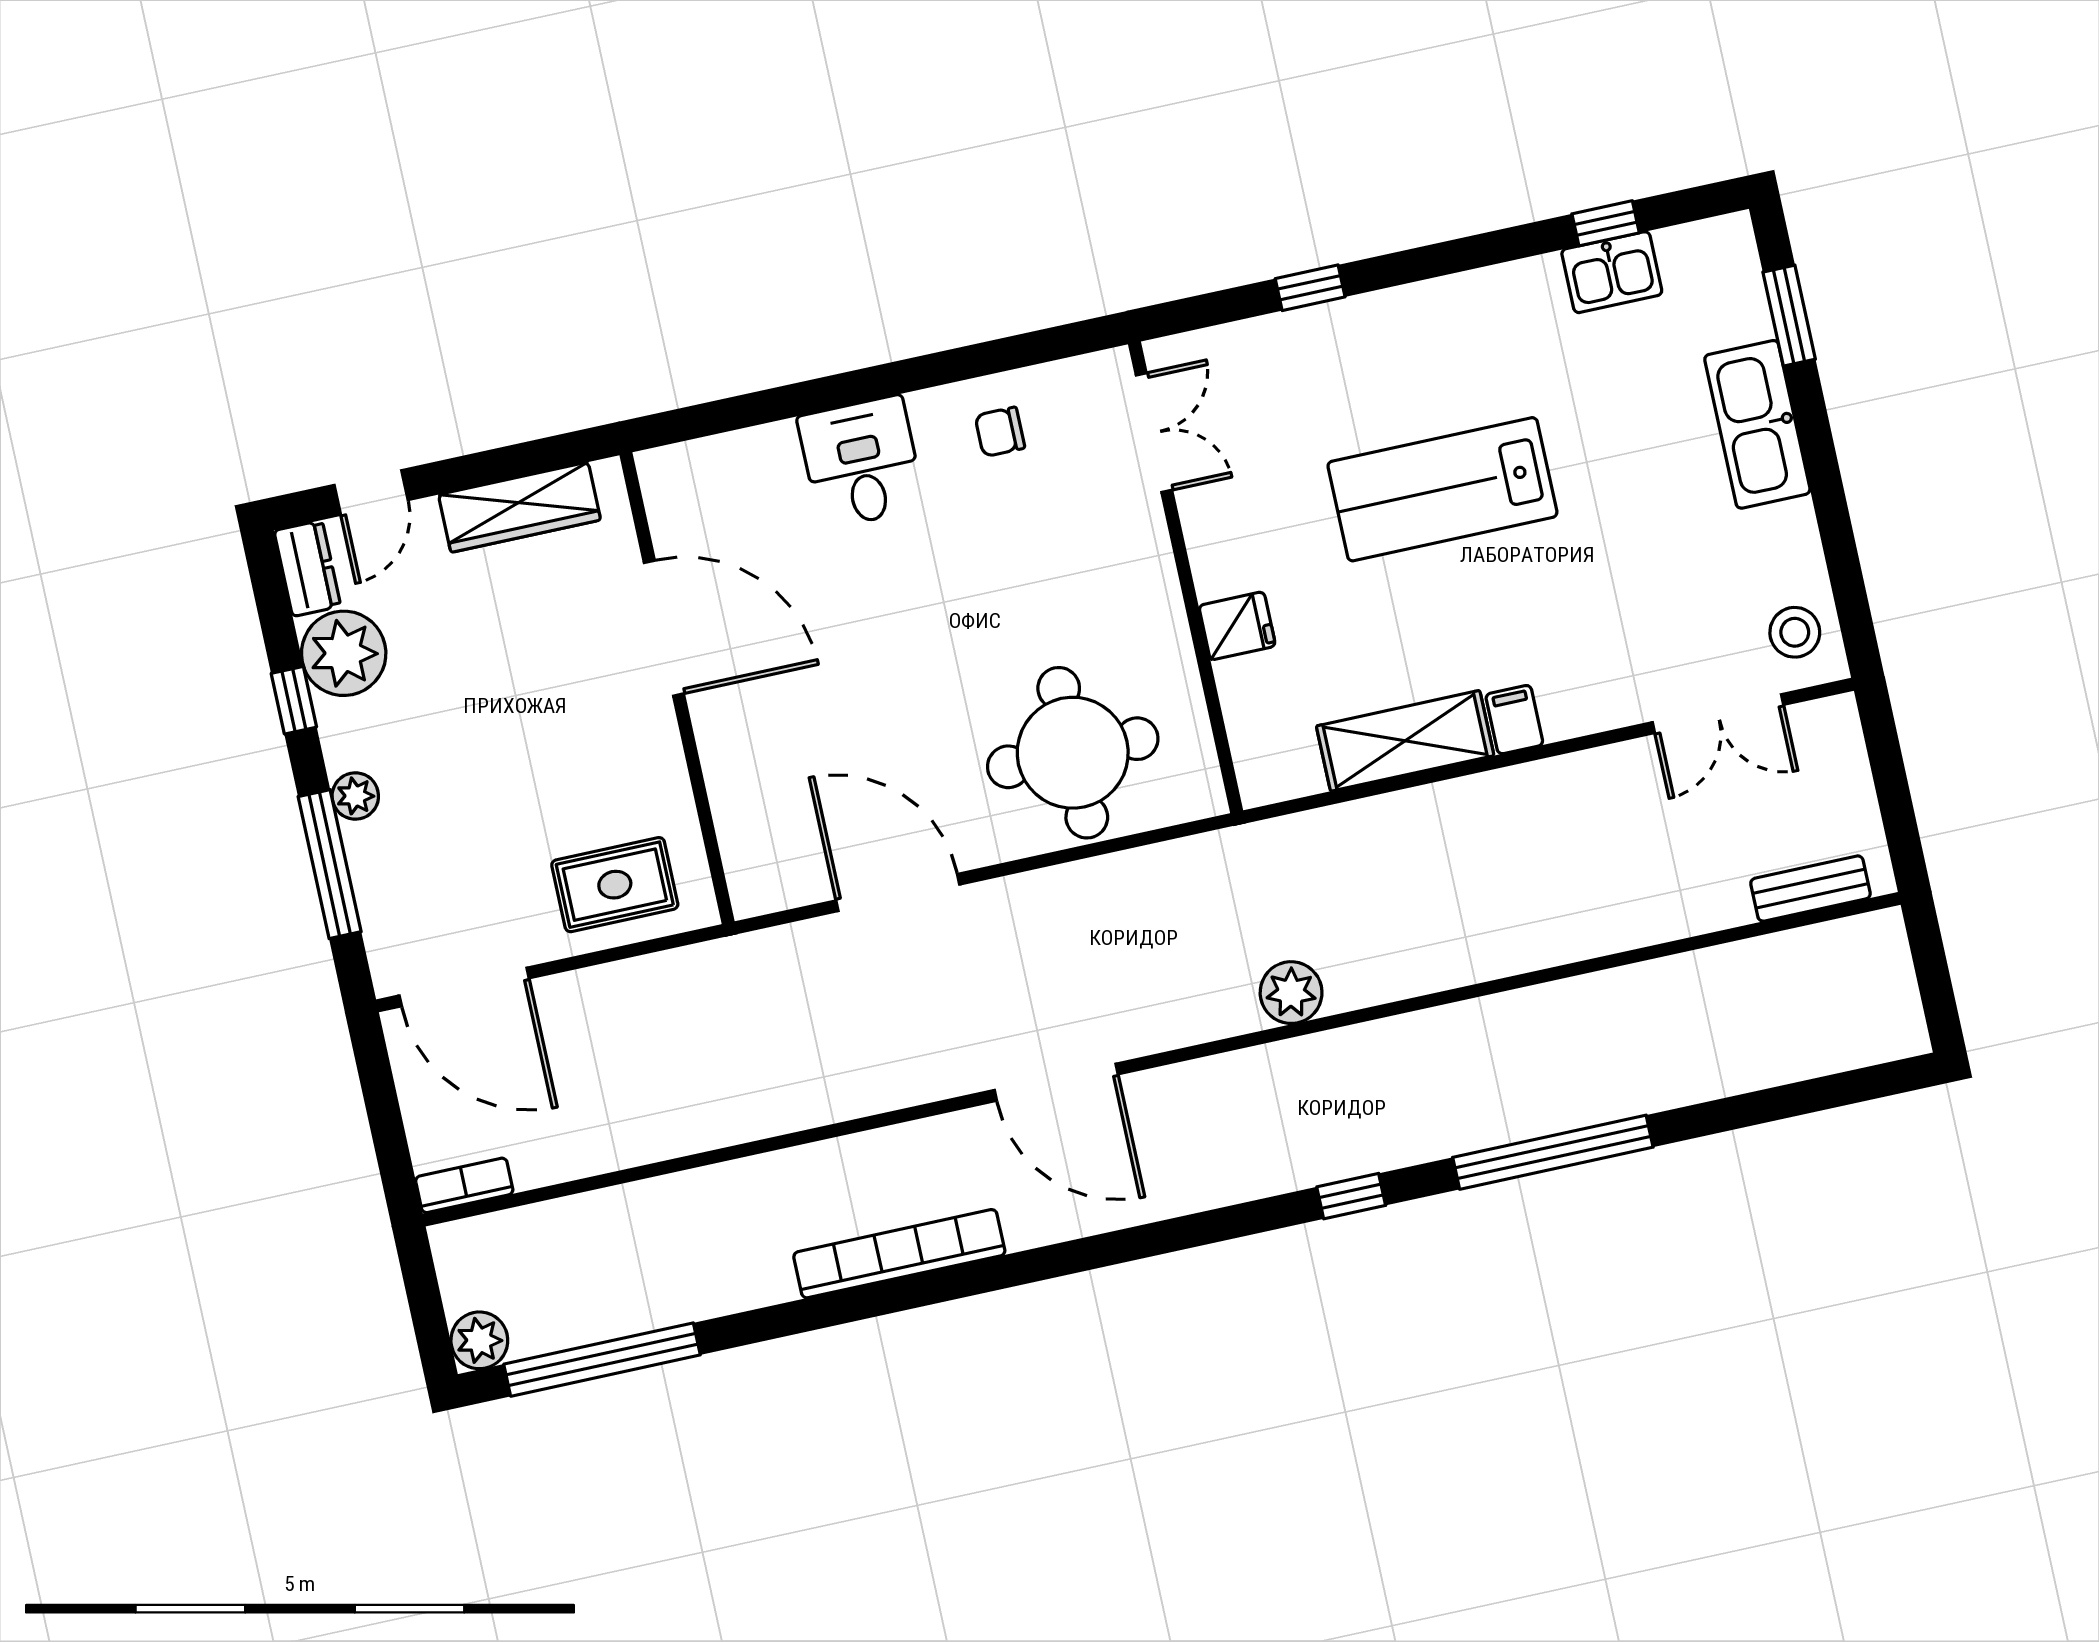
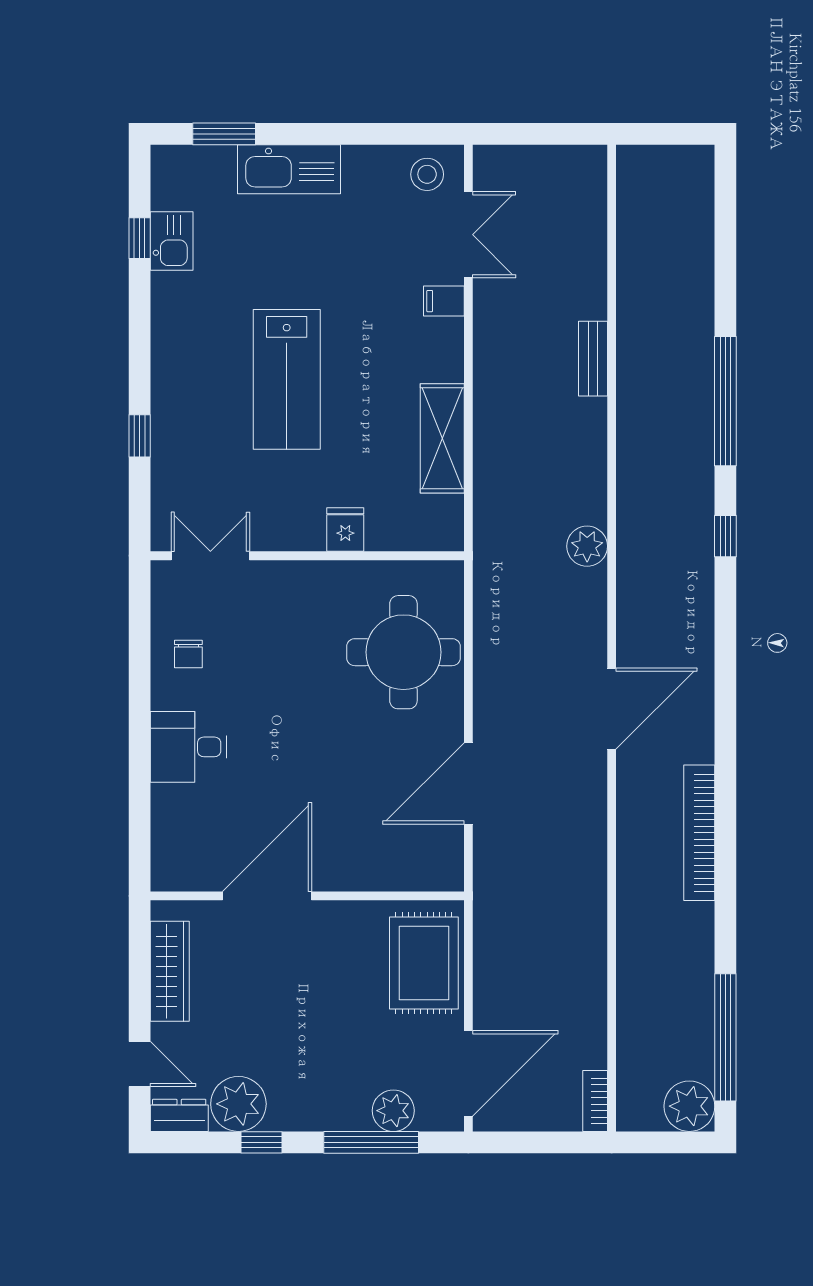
filing cabinet: (1514, 720) -> (444, 301), moved
plant: (355, 796) -> (393, 1111), moved, width x1.38, depth x1.38
rug: (615, 885) -> (424, 963), width x1.36, depth x1.43
bench: (1810, 889) -> (593, 359), moved
plant: (479, 1340) -> (689, 1106), width x1.36, depth x1.36

